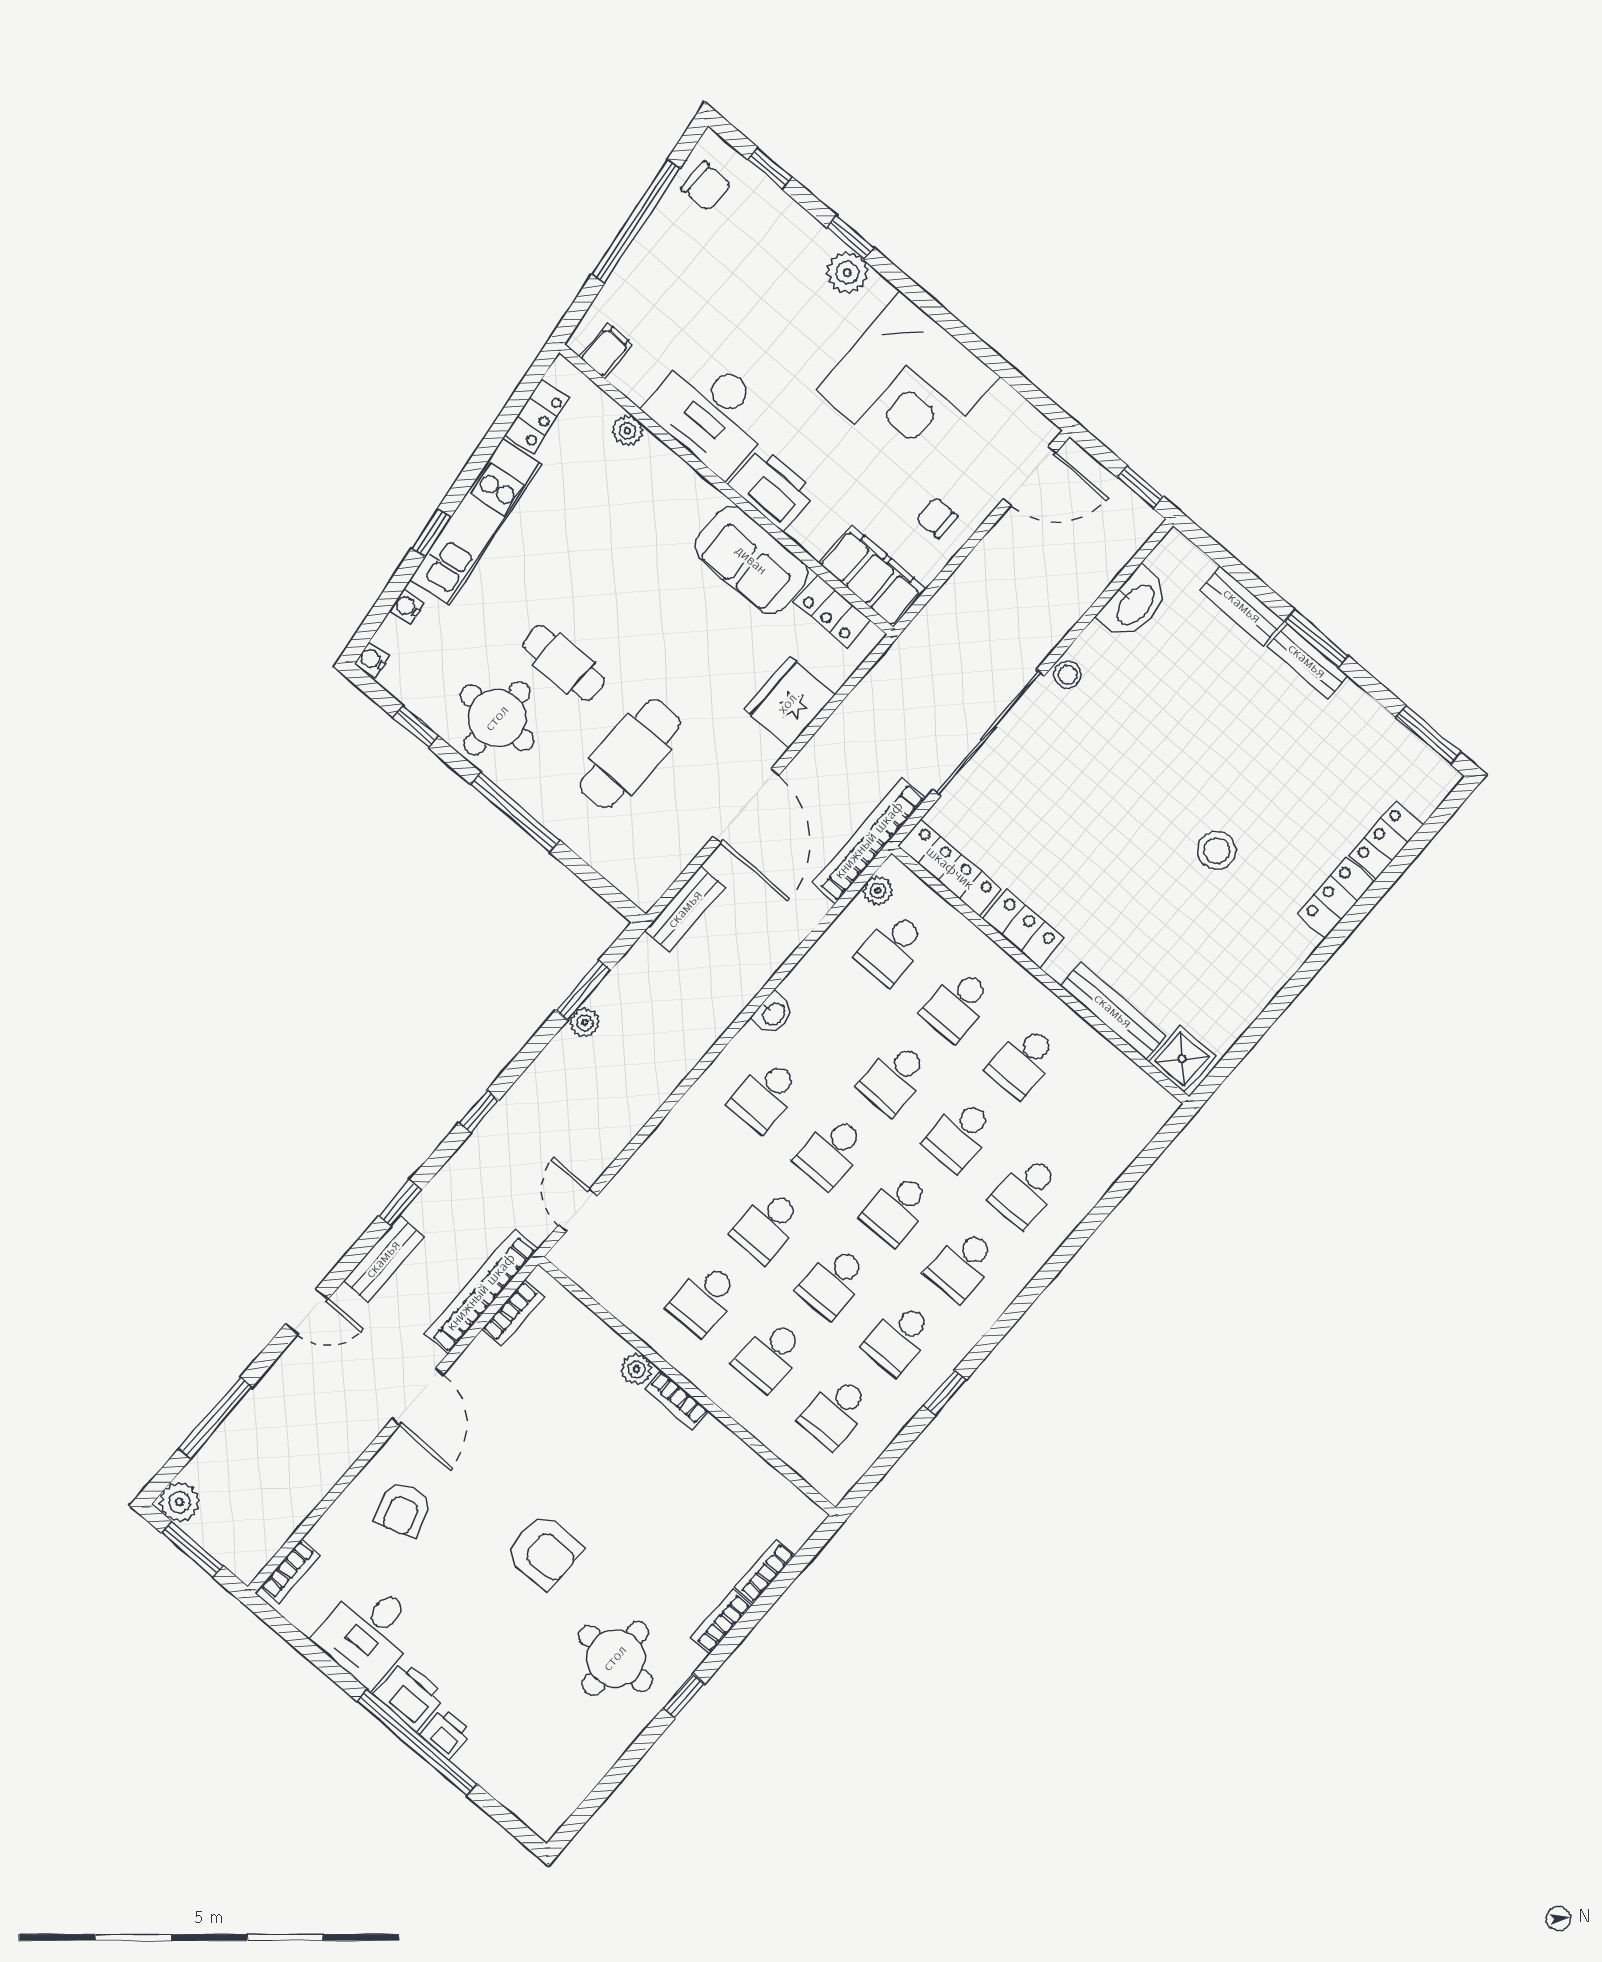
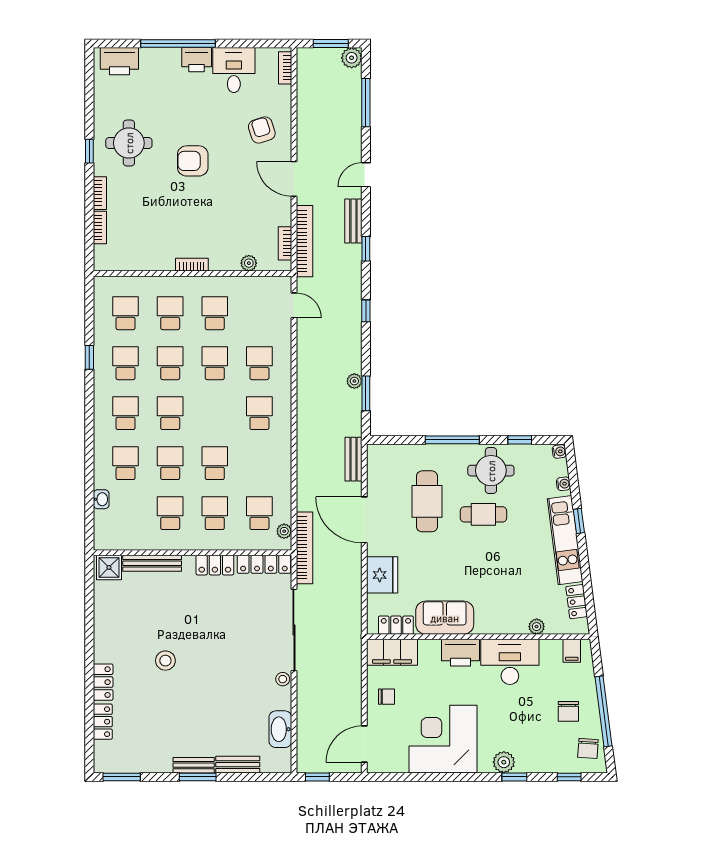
chair: (706, 186) -> (588, 748), turned -86
chair: (688, 266) -> (568, 711), added
washbasin: (773, 1014) -> (101, 499), moved, turned 180
school desk: (831, 1152) -> (259, 363), moved
plant: (637, 1369) -> (249, 263), moved
printer: (445, 1733) -> (119, 61), moved, width x1.87, depth x1.48

